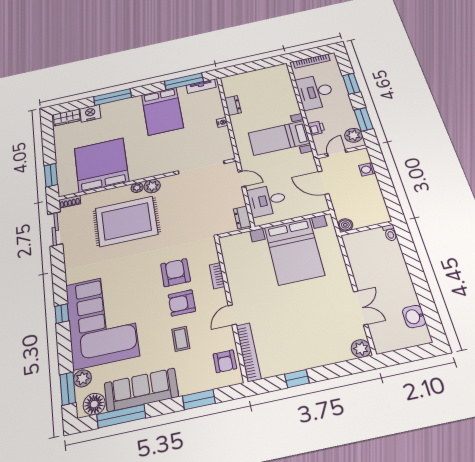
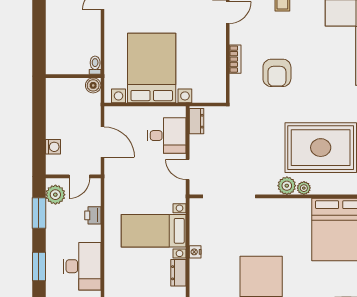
bed with nightstands: (279, 138) -> (154, 231), moved, turned 180
toilet: (390, 233) -> (95, 65), moved
armchair: (182, 303) -> (276, 37), removed

